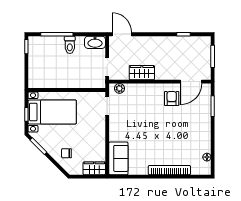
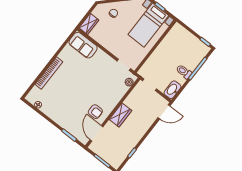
wardrobe: (142, 73) -> (120, 115), moved

